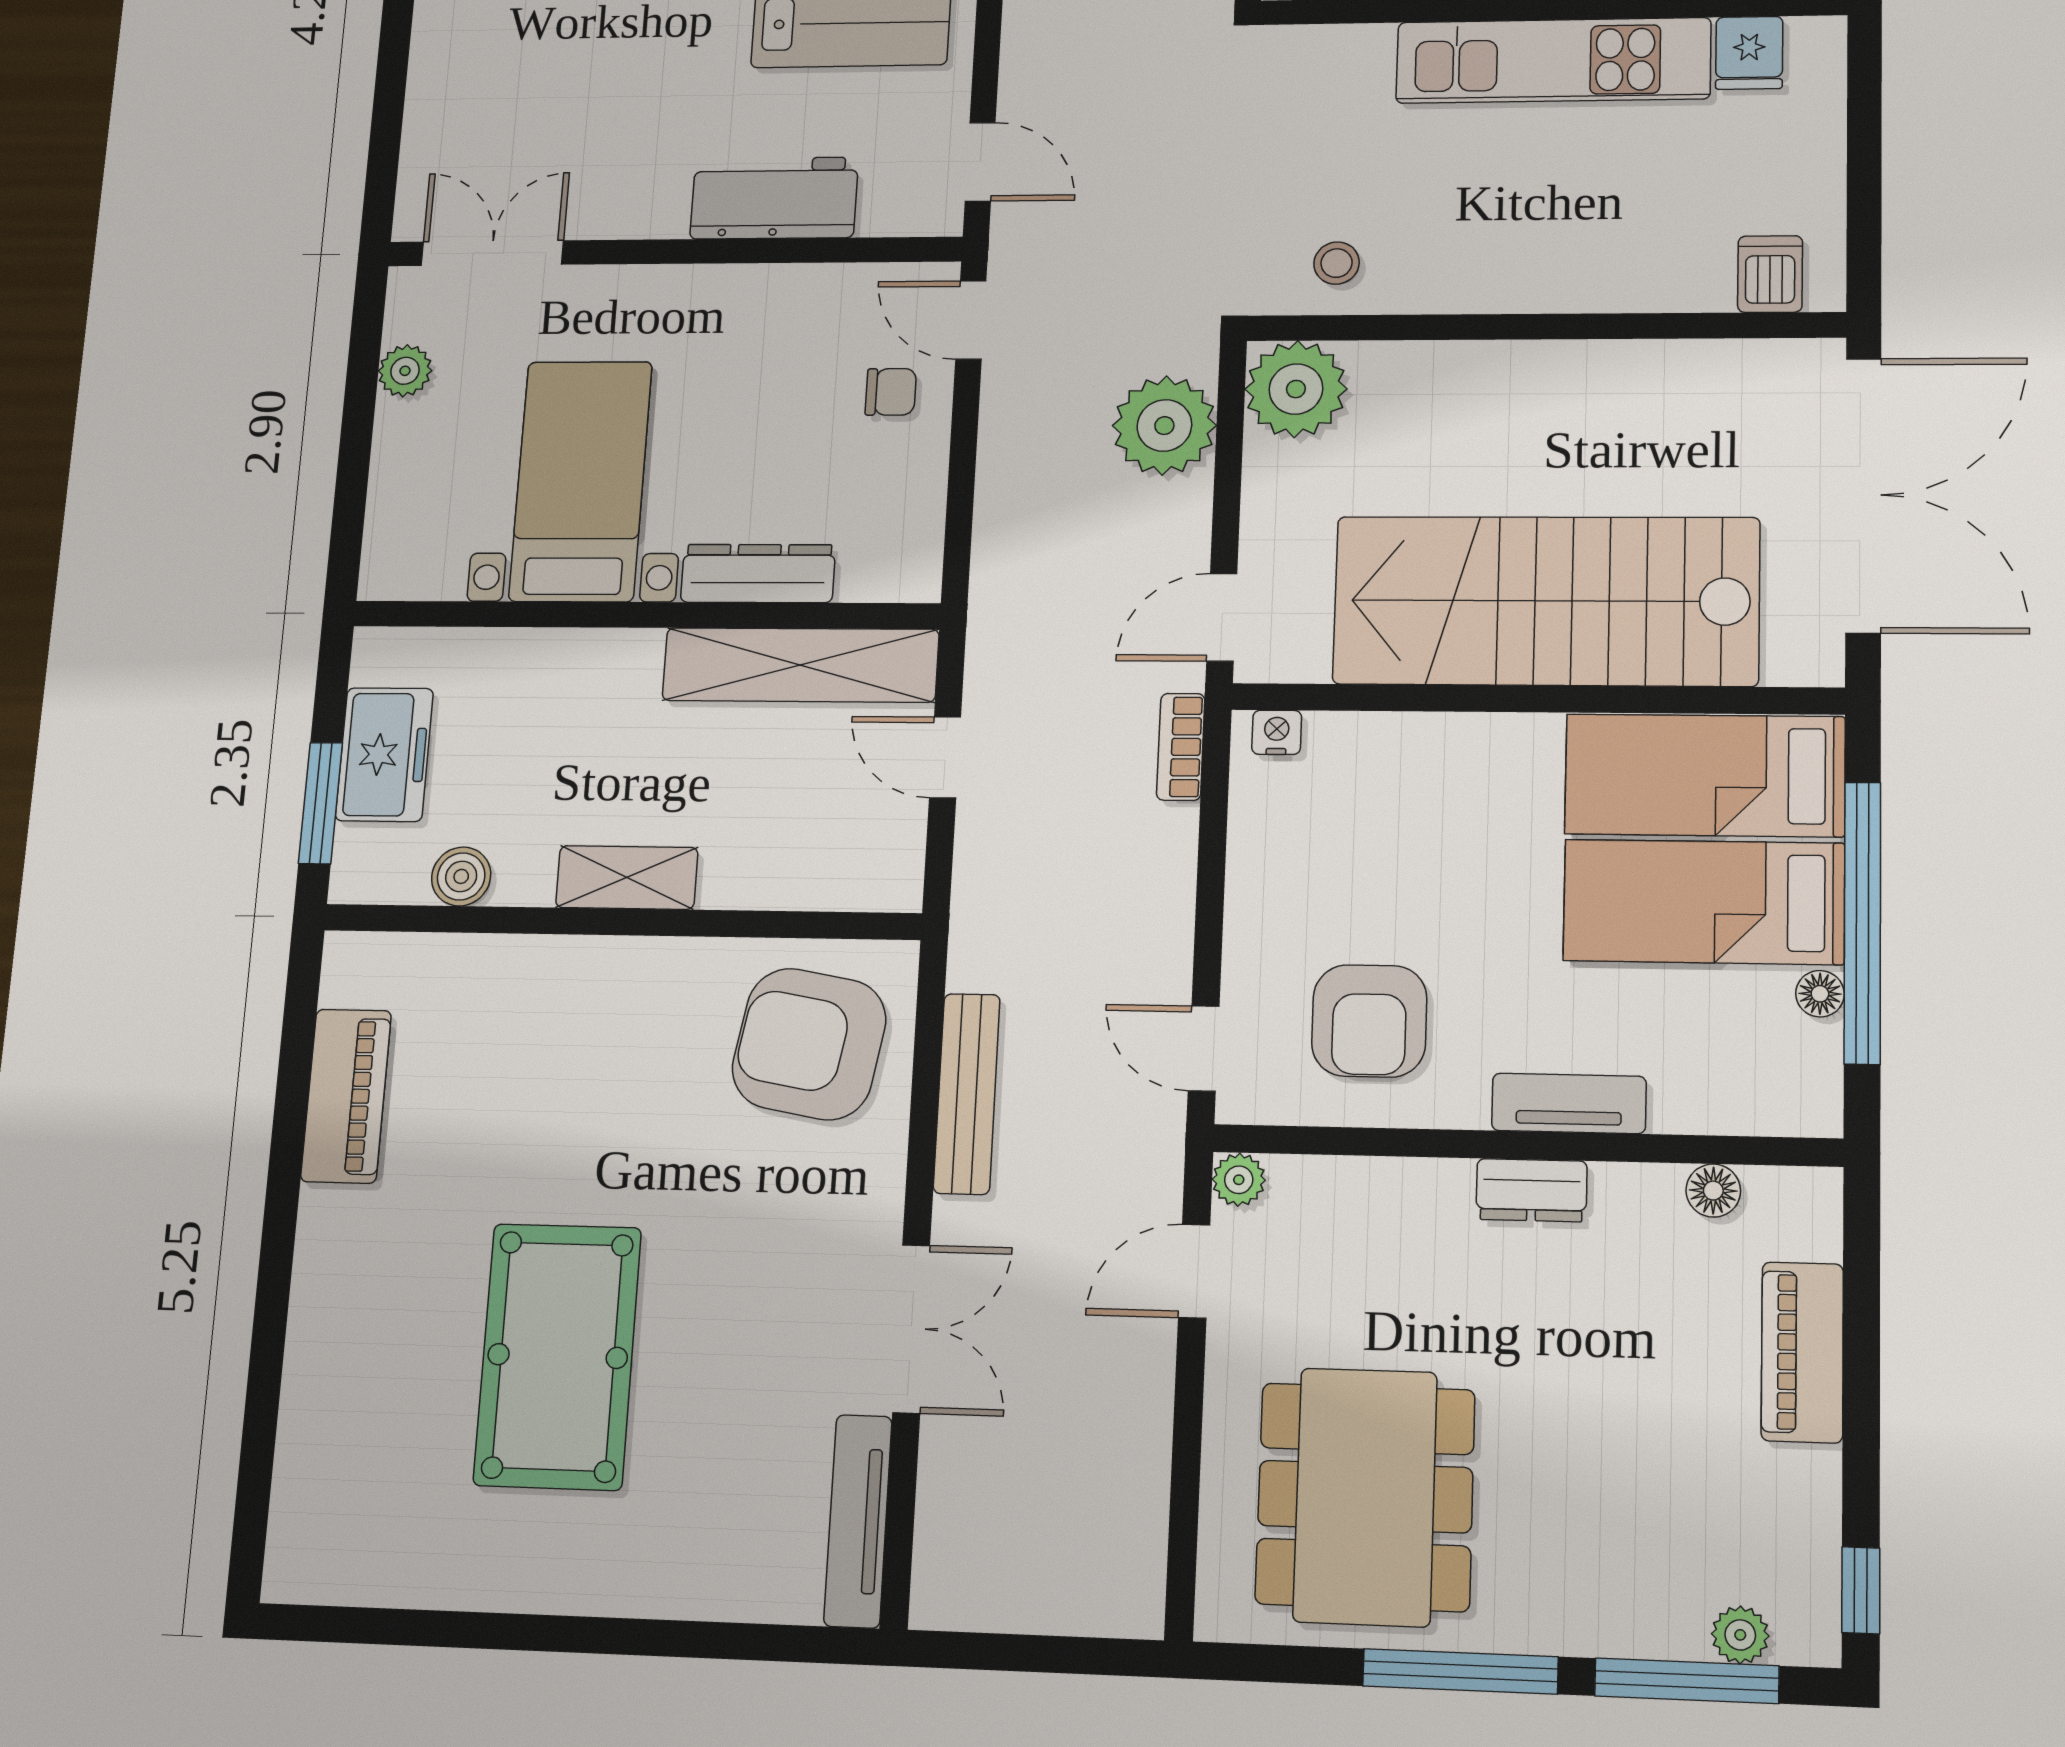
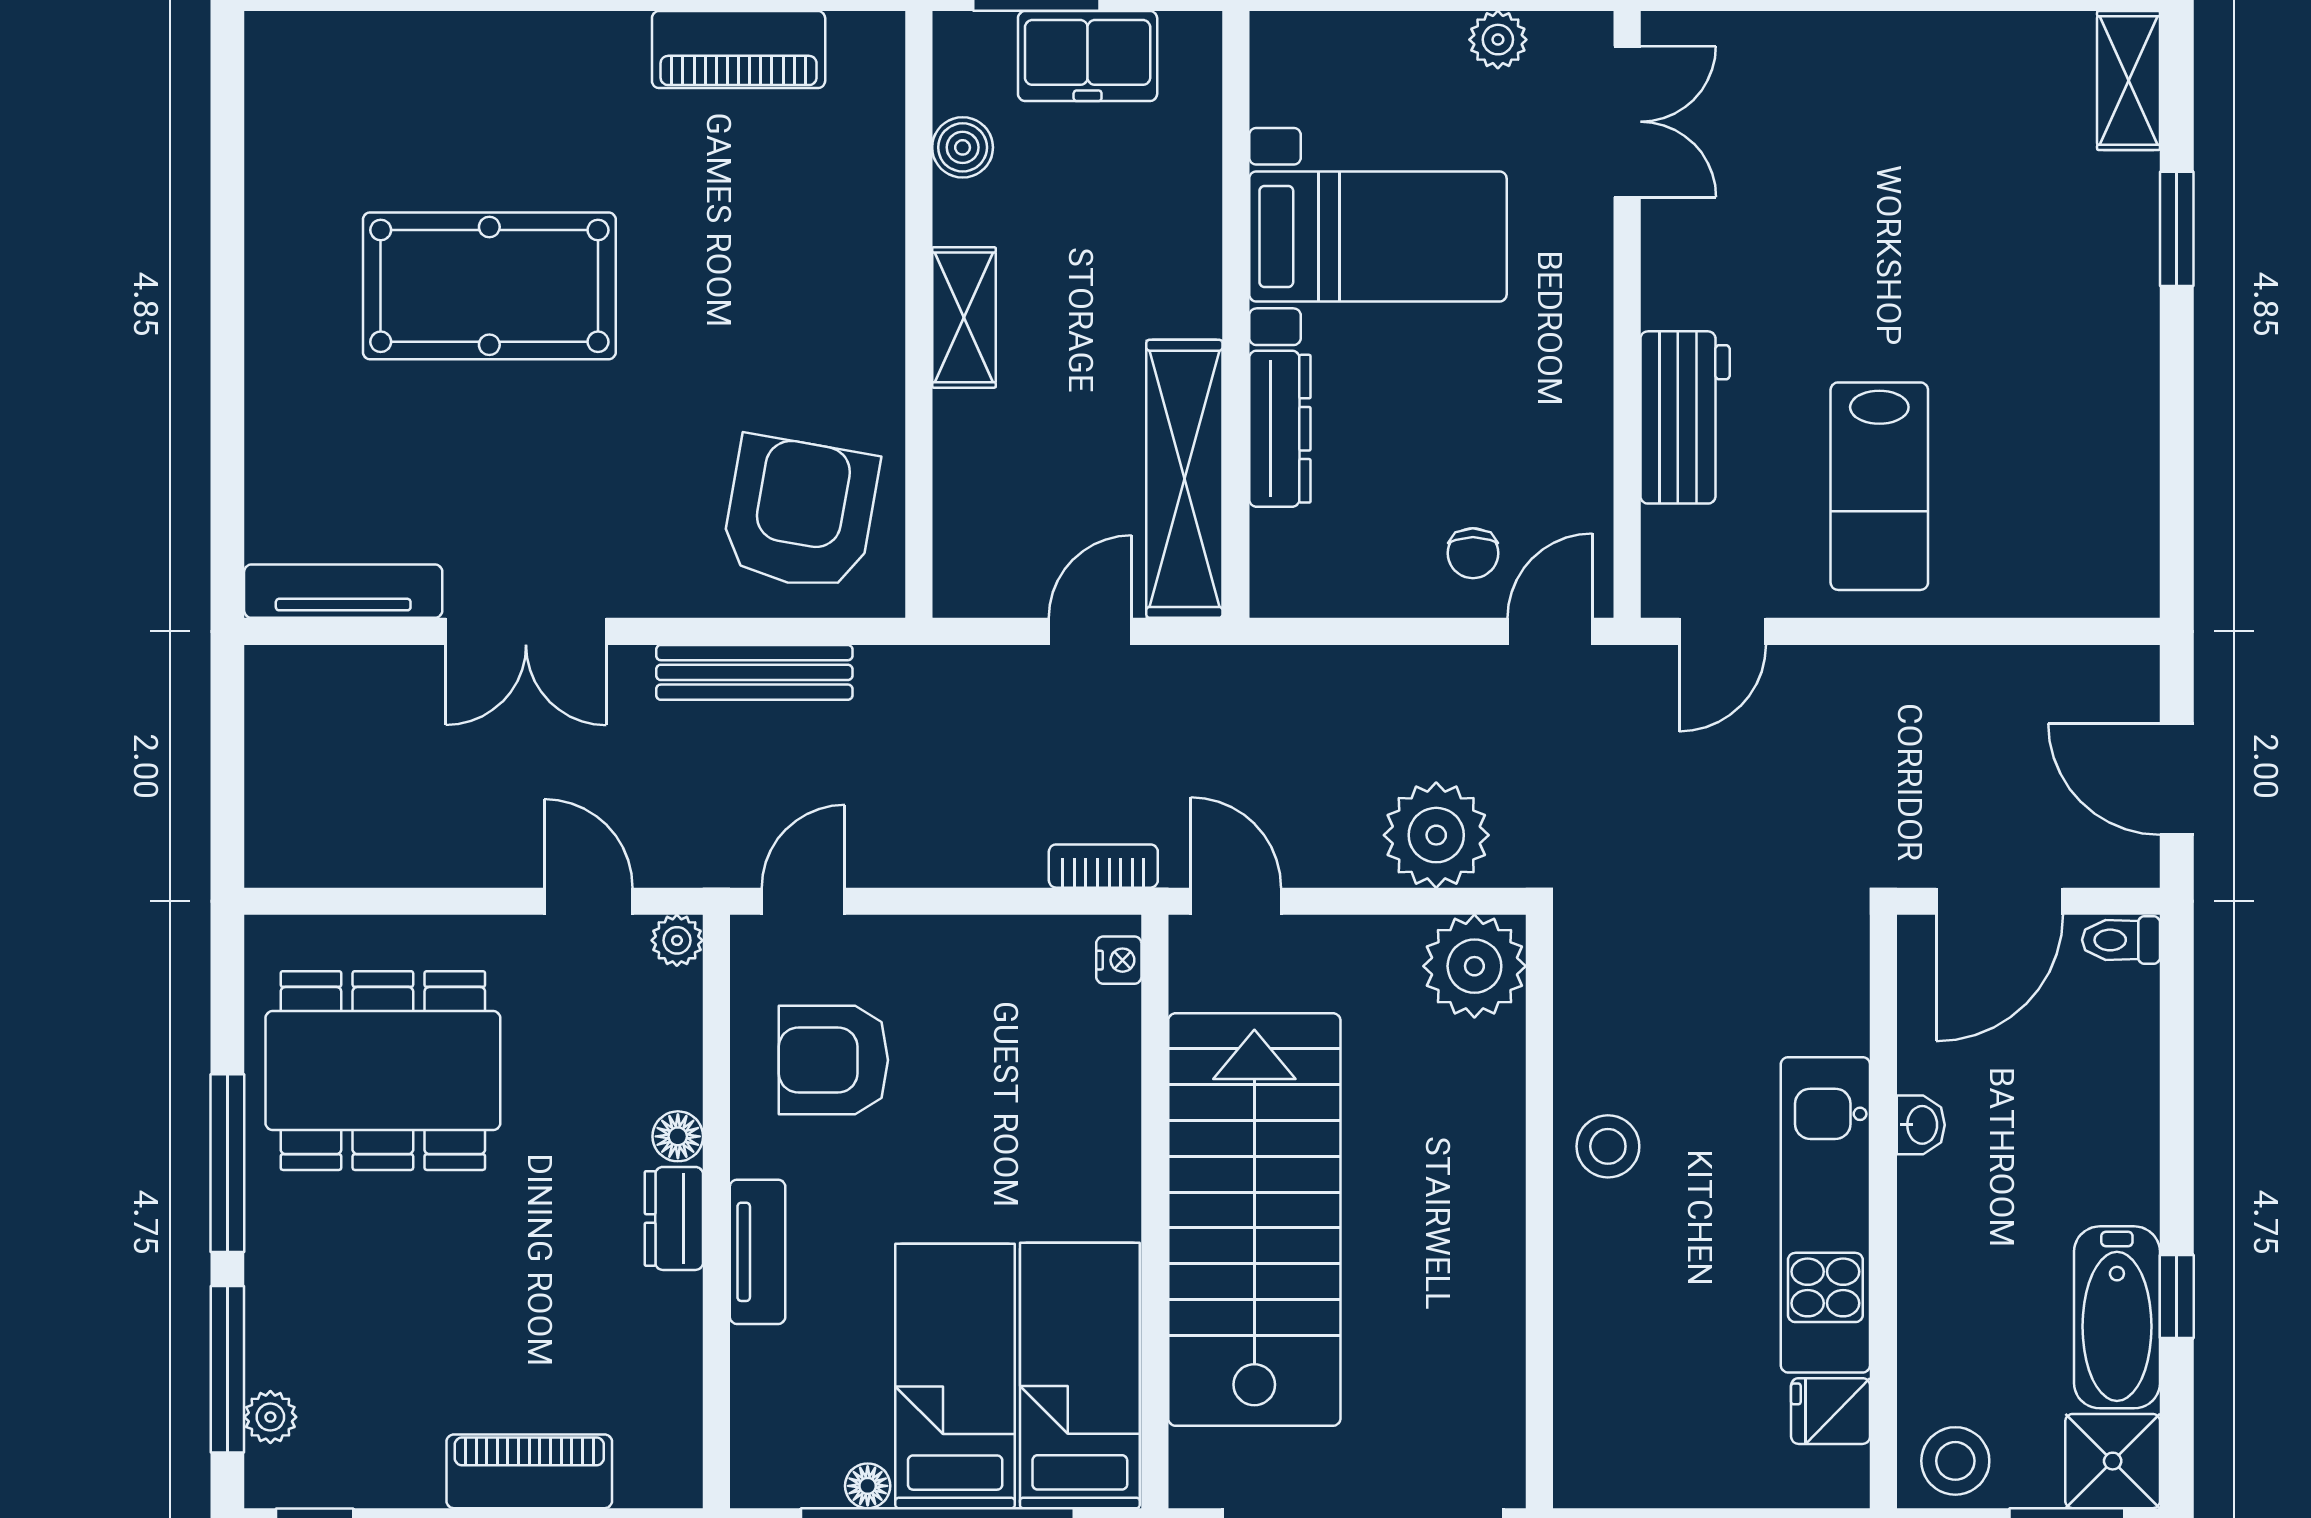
stool: (1337, 263) -> (1608, 1146), moved, width x1.37, depth x1.37
dishwasher: (1770, 274) -> (1593, 1434), removed
floor lamp: (1713, 1191) -> (678, 1136), moved

